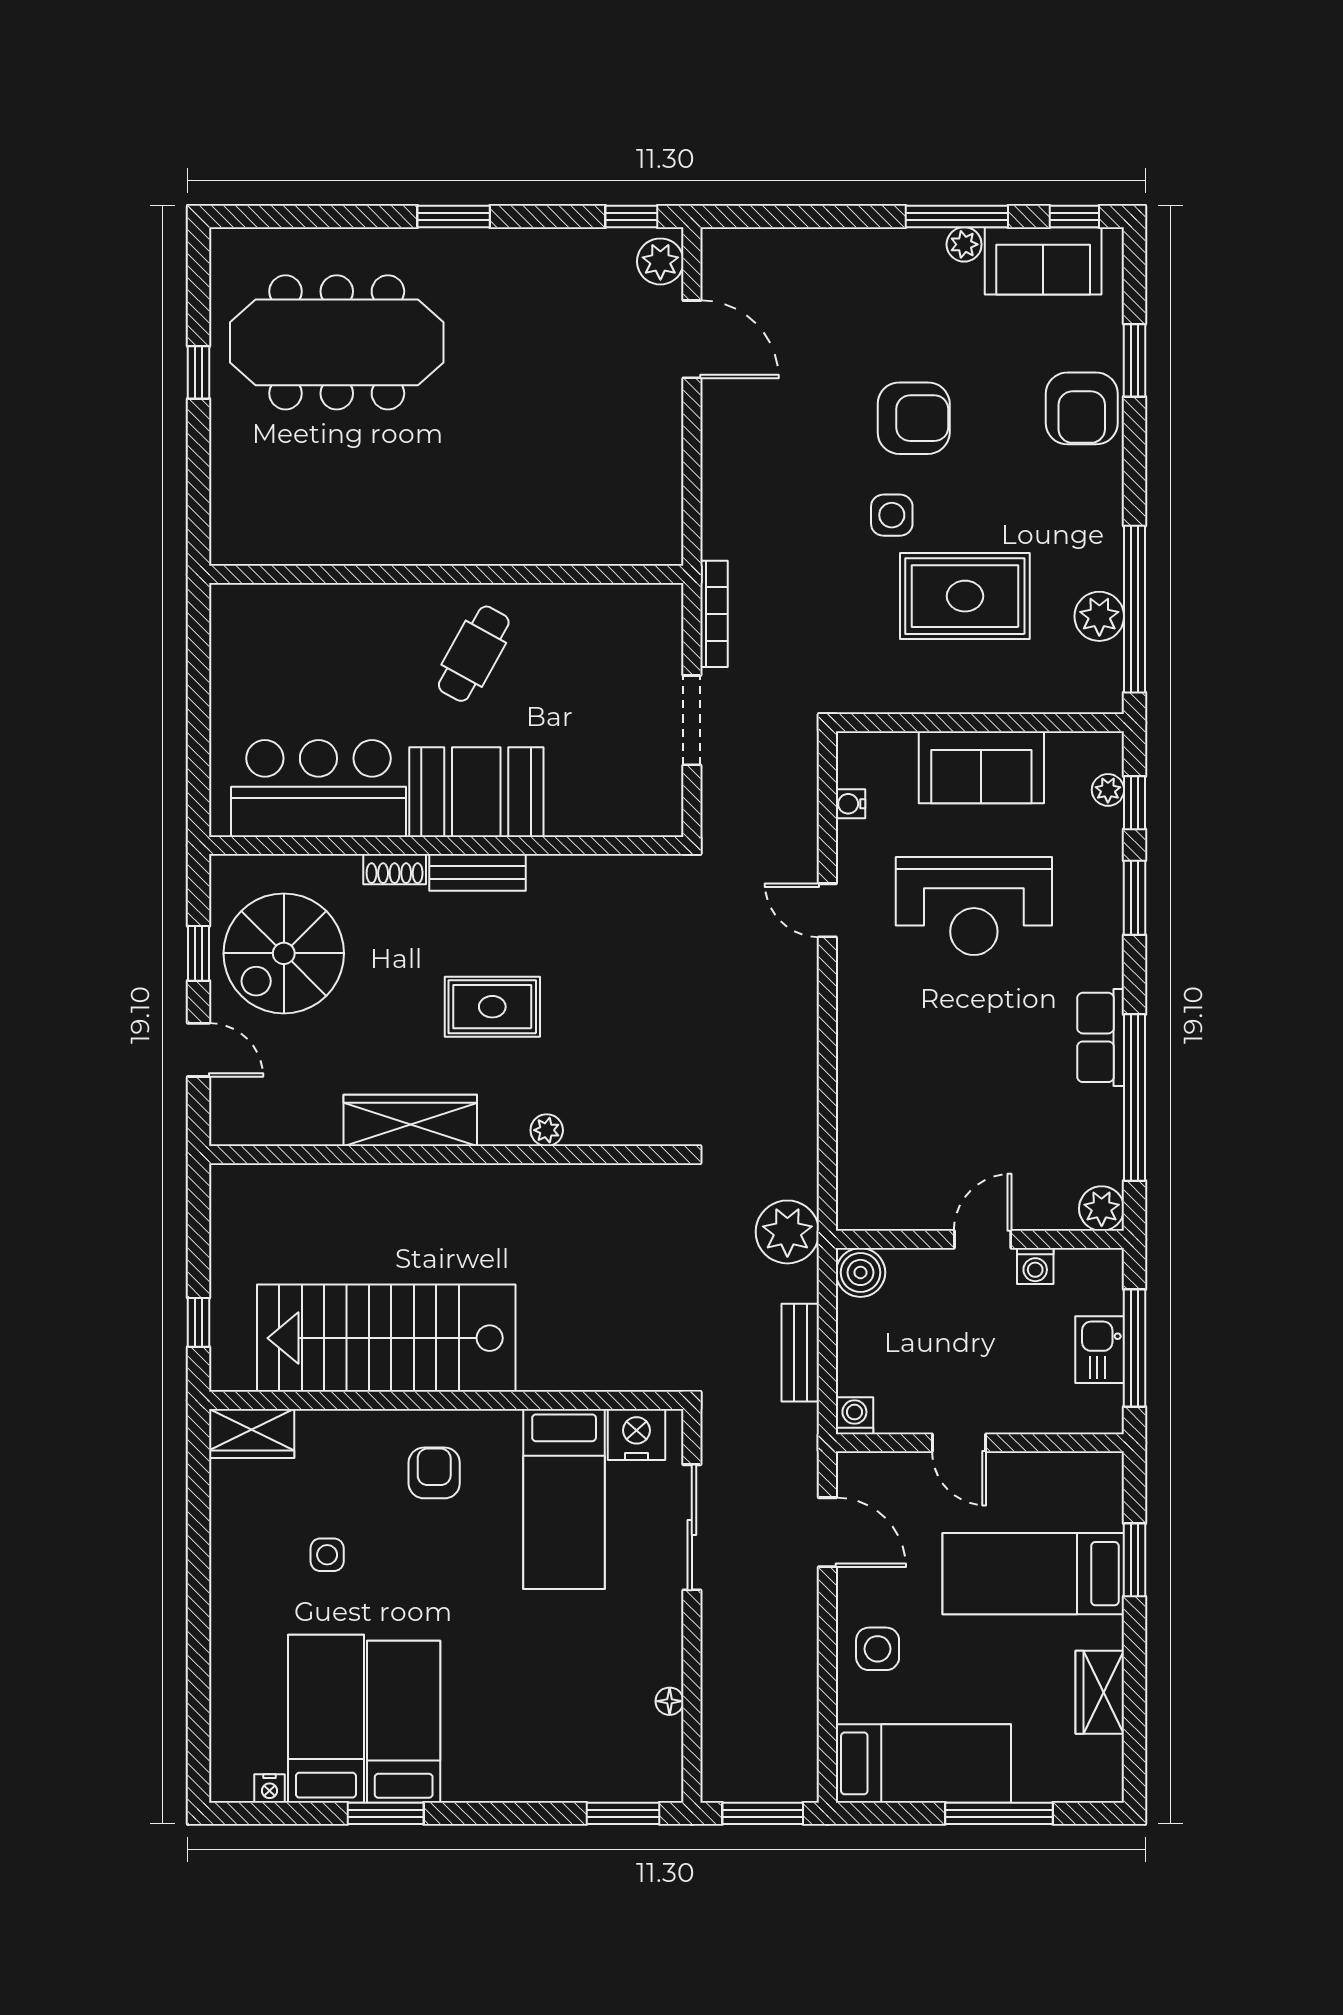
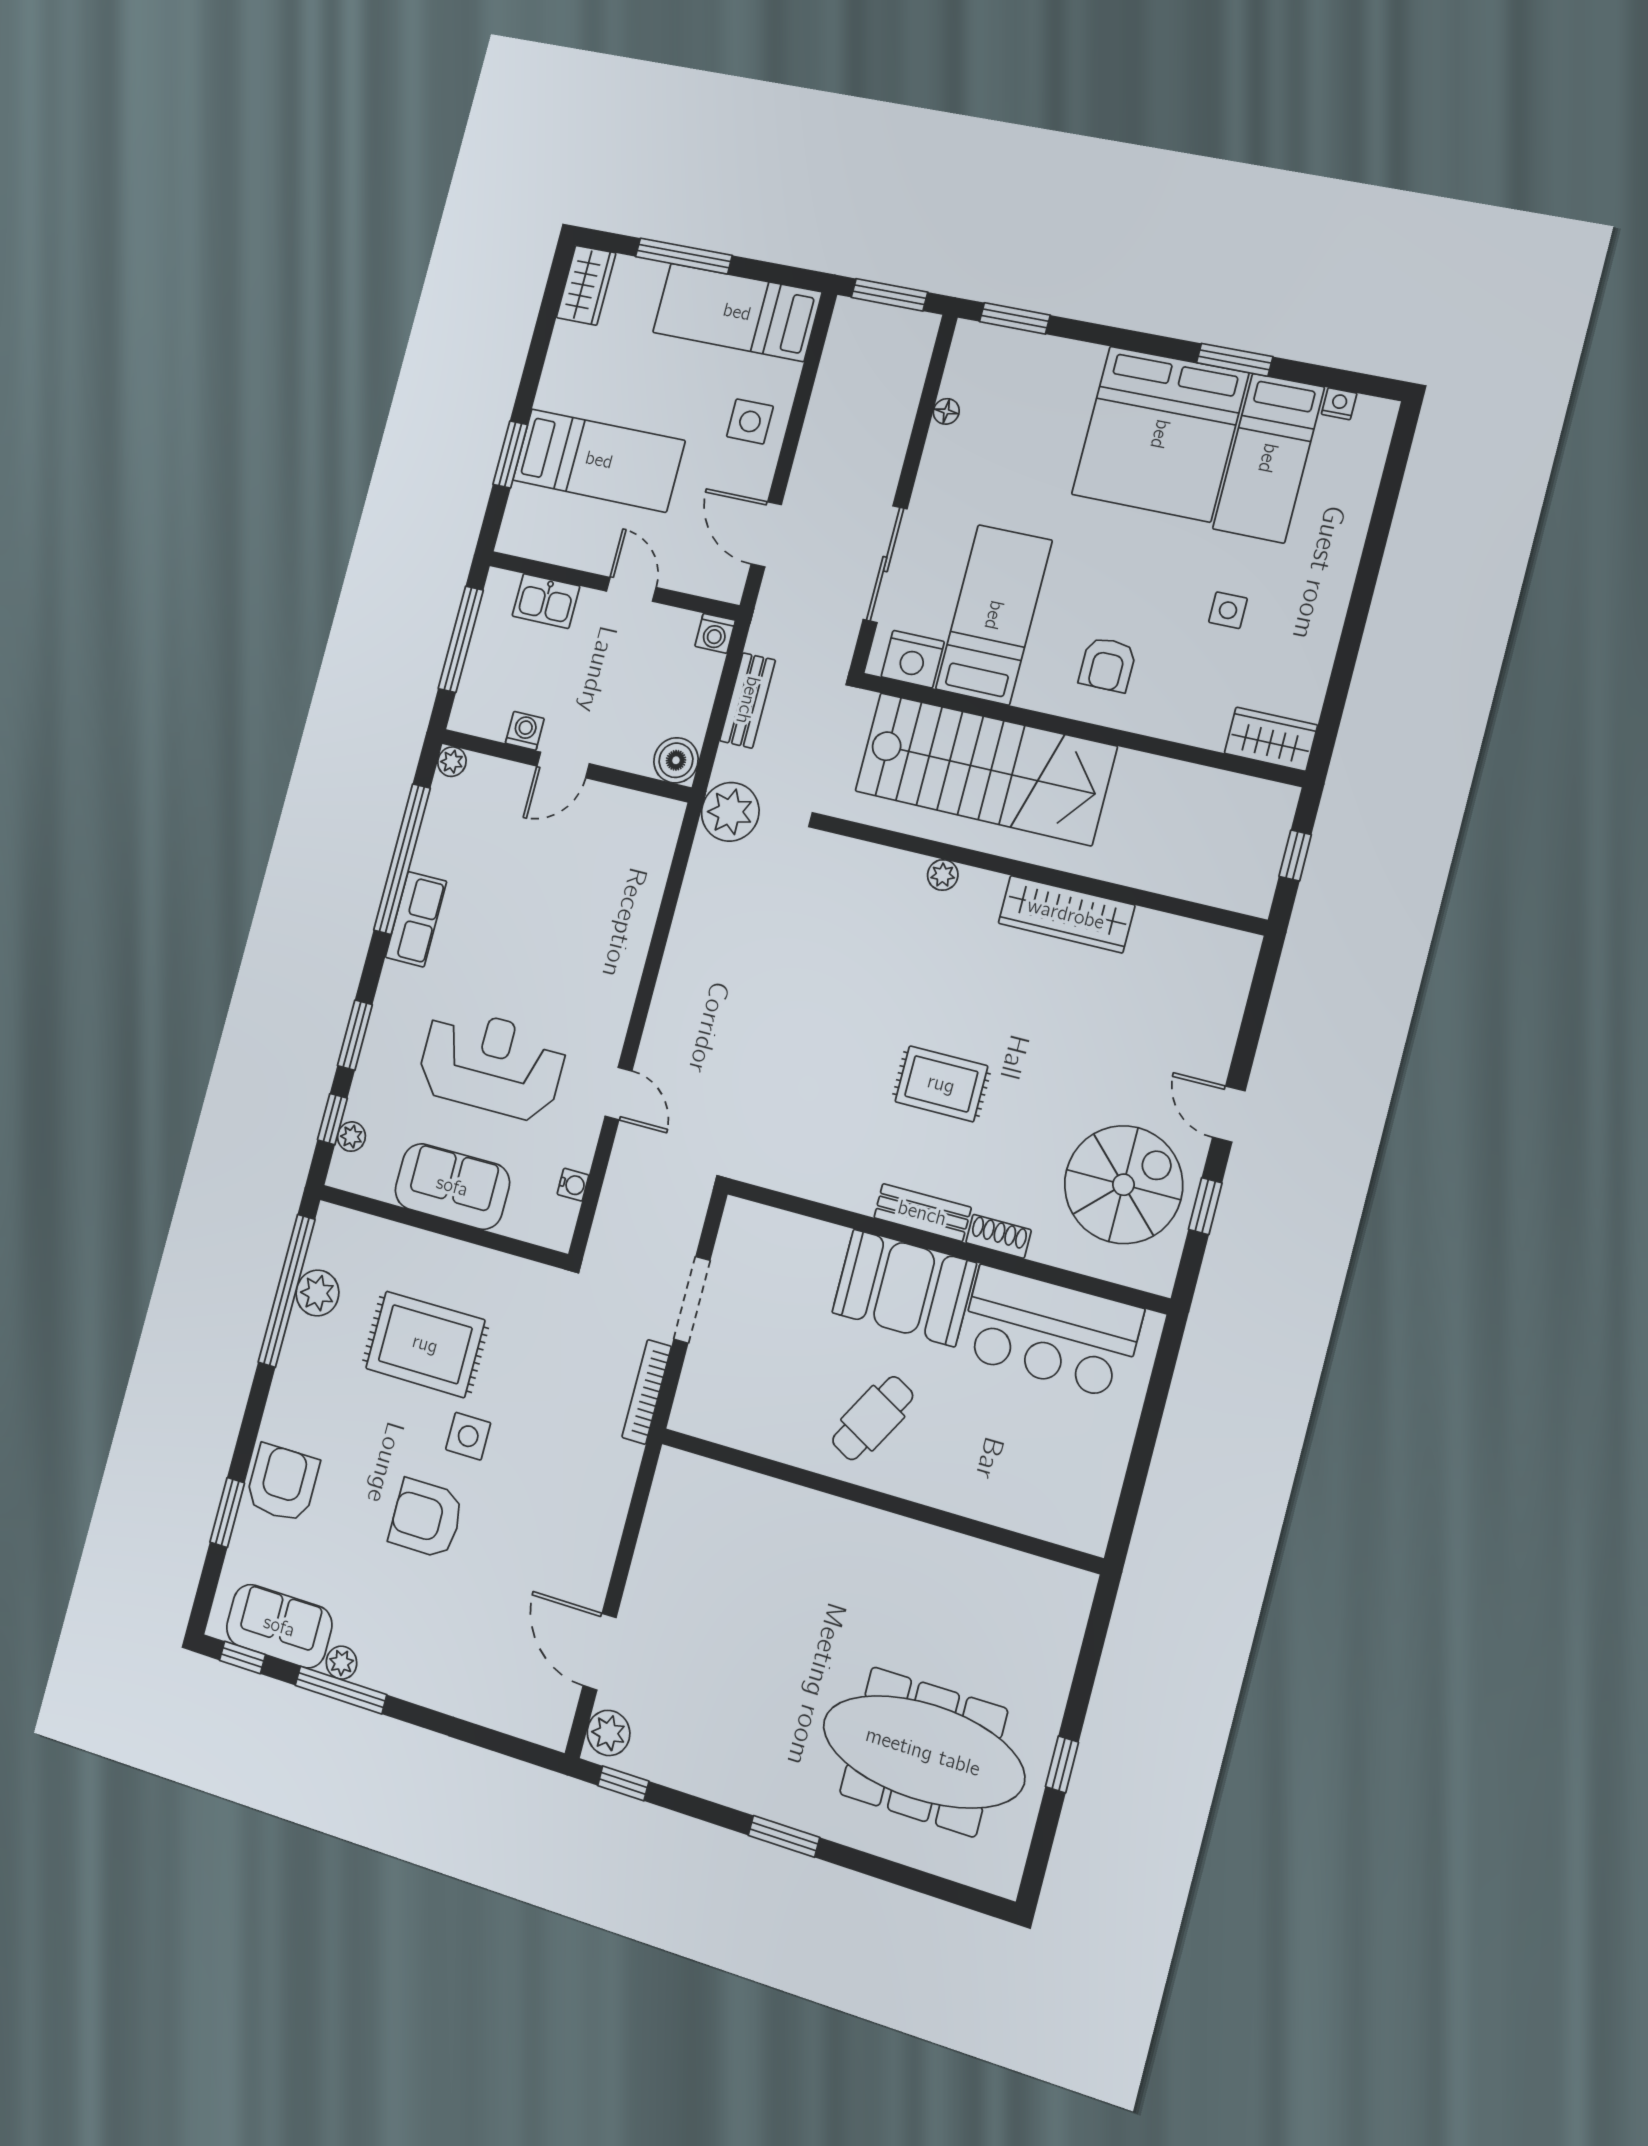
wardrobe: (410, 1120) -> (1066, 914), moved
plant: (547, 1130) -> (943, 875), moved
wall: (446, 1155) -> (1041, 874), moved
plant: (1102, 1209) -> (452, 762), width x0.73, depth x0.73
stairs: (386, 1338) -> (985, 769), moved
kitchen sink: (1100, 1350) -> (546, 601), moved, turned 90
wardrobe: (1100, 1692) -> (586, 285), moved
bed: (404, 1722) -> (1160, 434), width x2.04

